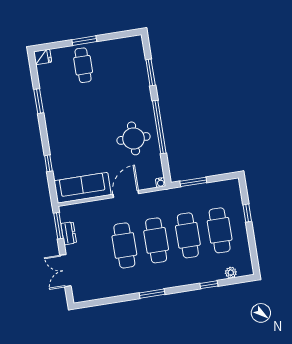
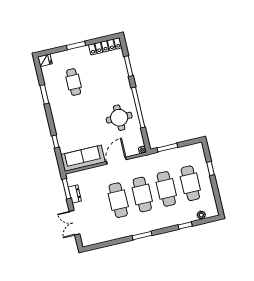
locker: (122, 45) -> (105, 46), added
cafe table: (83, 65) -> (74, 82), moved

